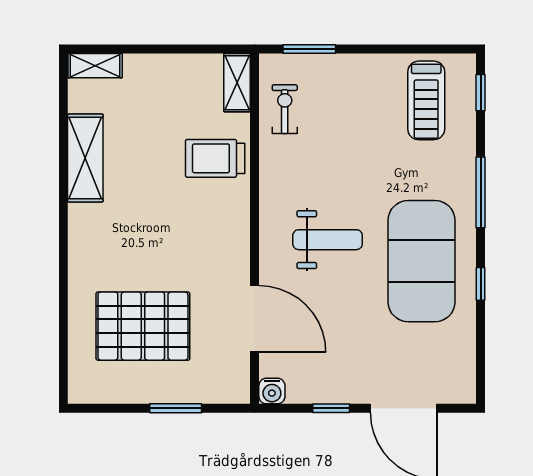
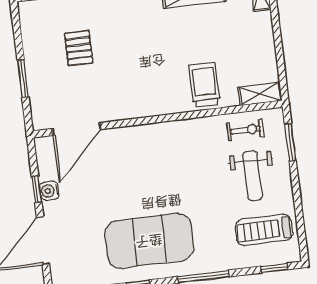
weight bench: (328, 240) -> (252, 176), moved
door: (255, 319) -> (77, 129), moved
pallet: (143, 326) -> (79, 48), width x0.49, depth x0.50
water cooler: (272, 391) -> (49, 191), moved

